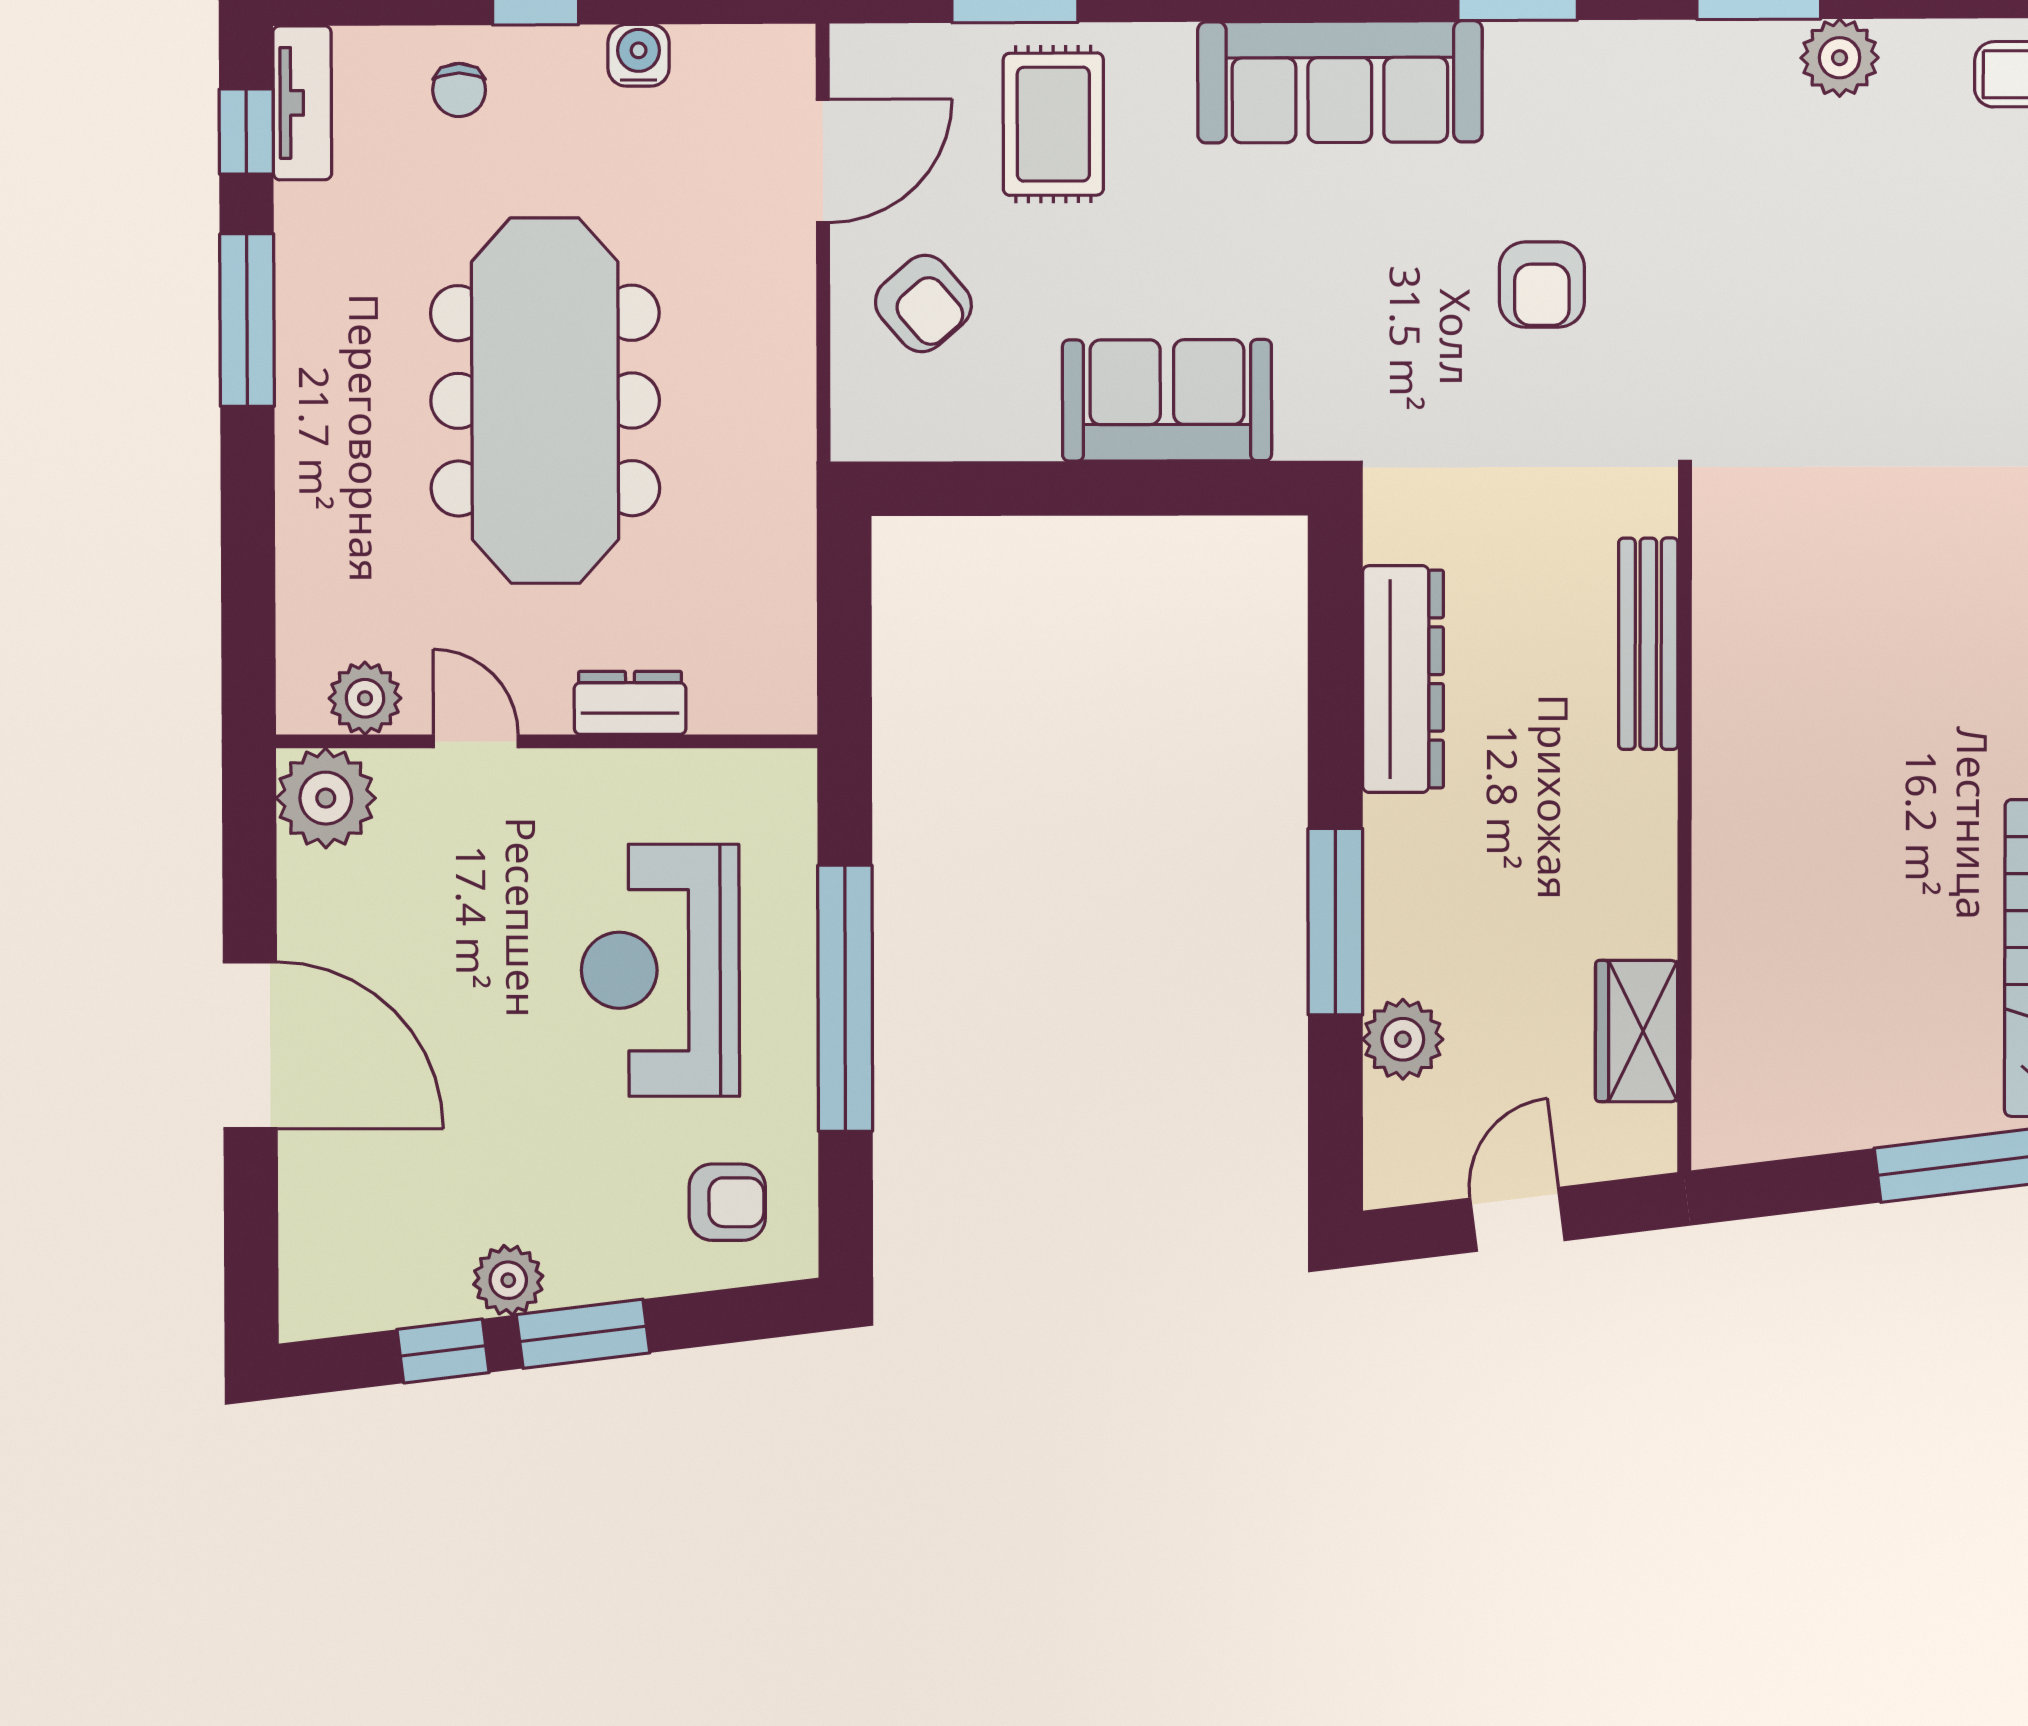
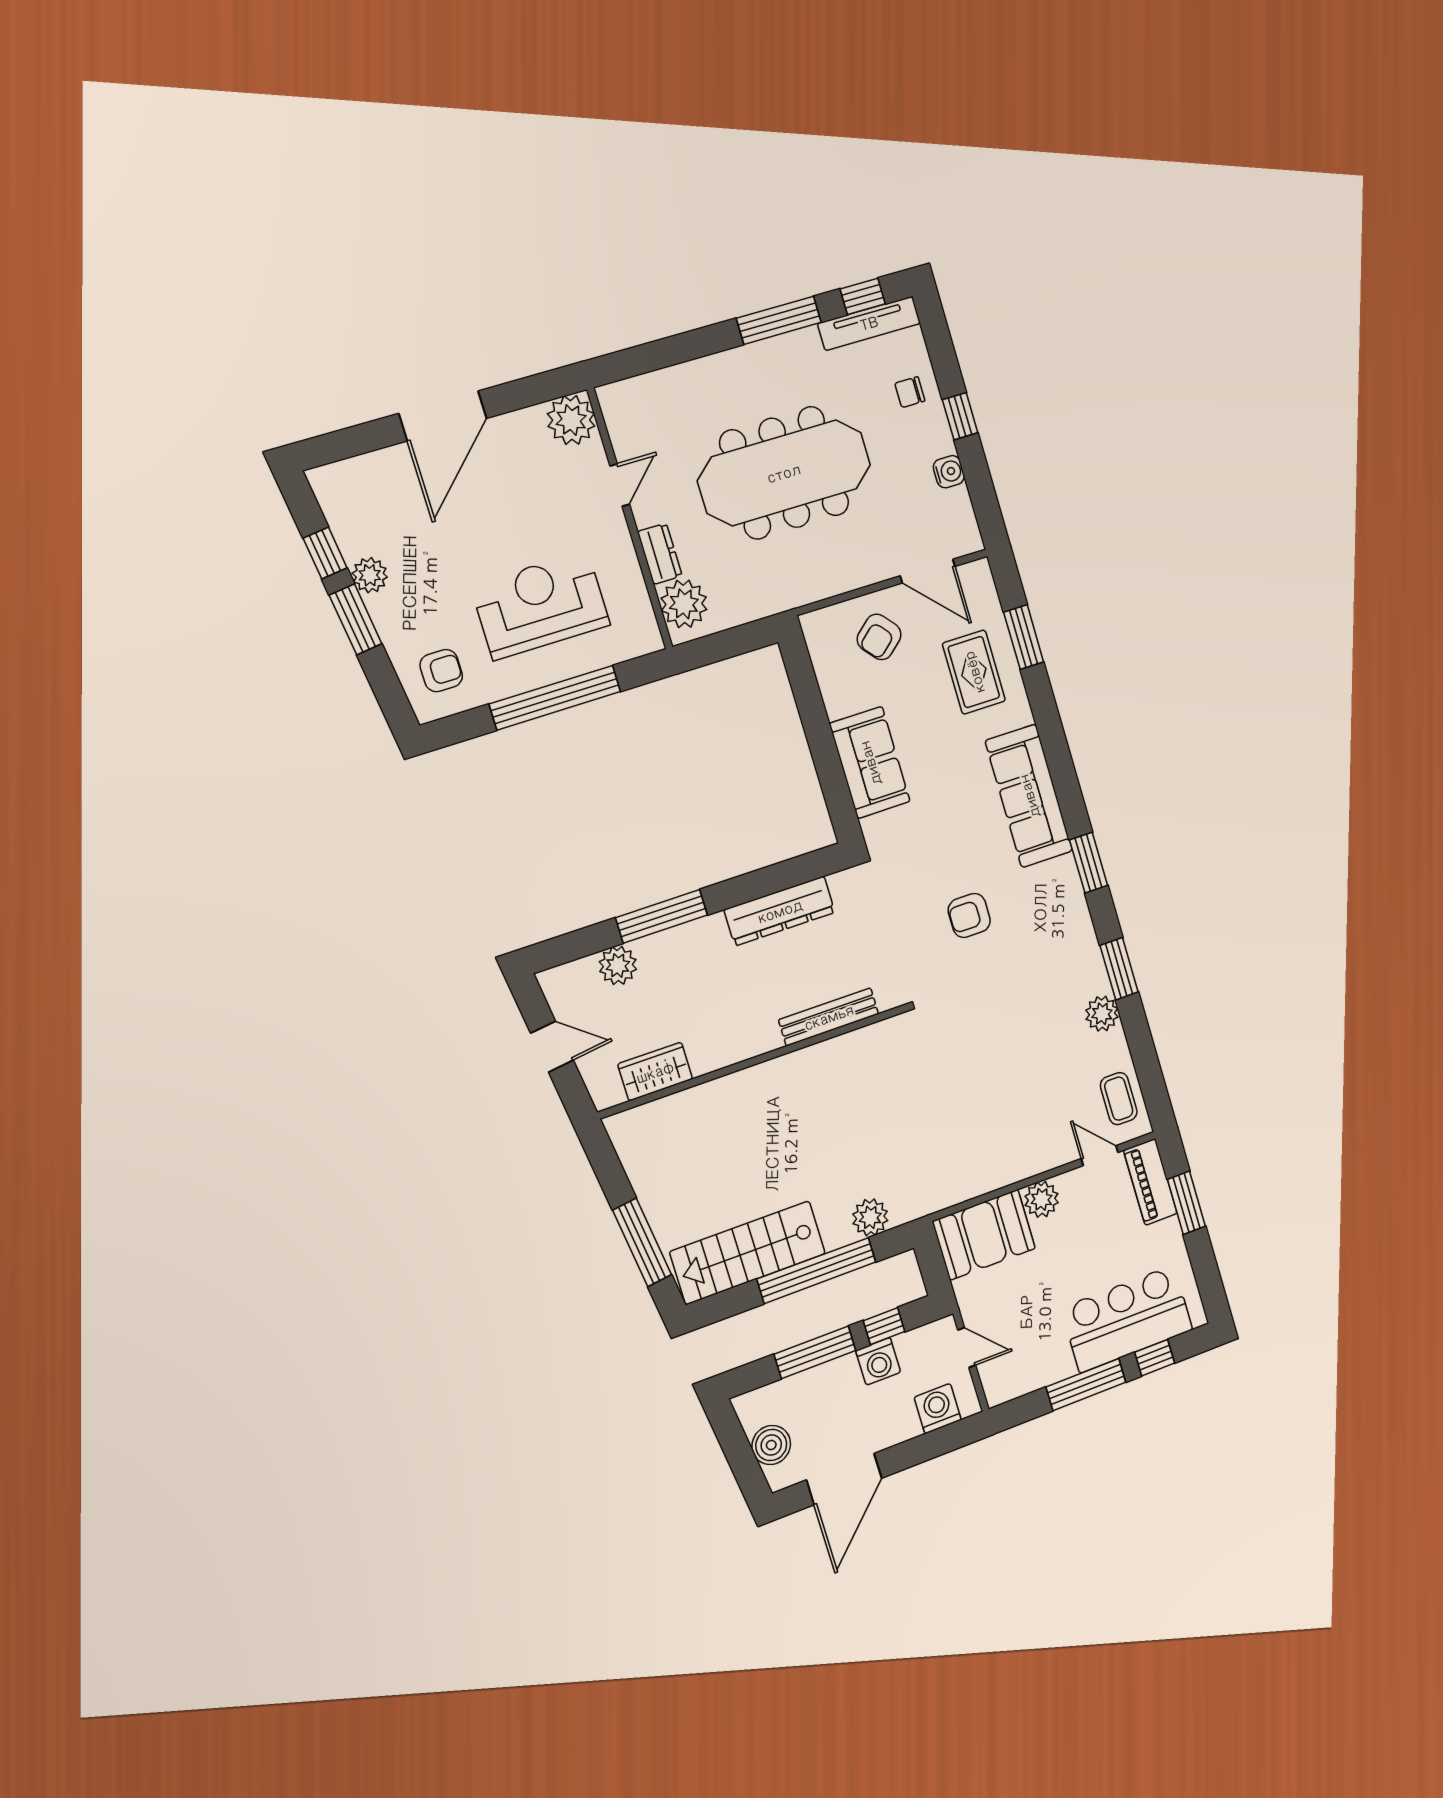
tv unit: (302, 103) -> (869, 323), width x1.41
rug: (1053, 124) -> (974, 672), turned 90
plant: (365, 698) -> (684, 604), moved, width x1.36, depth x1.36
armchair: (727, 1202) -> (441, 671), turned -90

